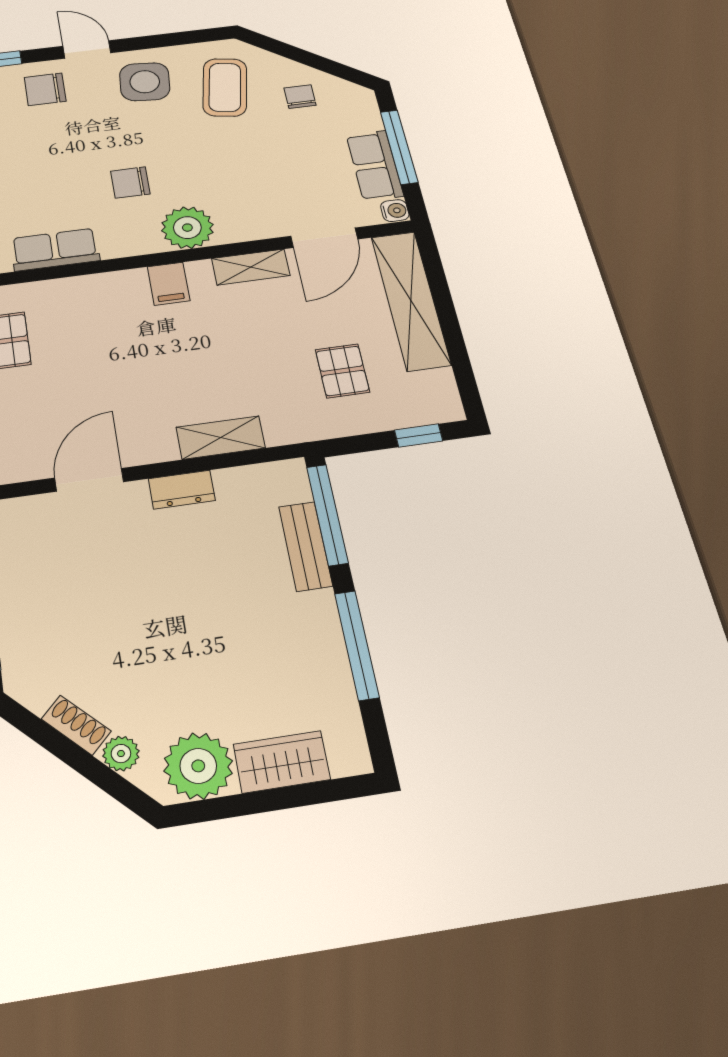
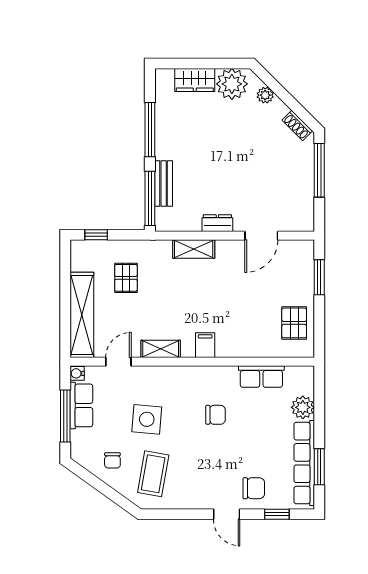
side table: (145, 82) -> (147, 419), moved
plant: (187, 228) -> (190, 380), removed
door: (324, 238) -> (118, 362), width x0.73
shoe rack: (76, 725) -> (297, 126), moved

